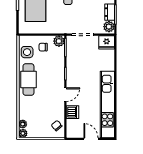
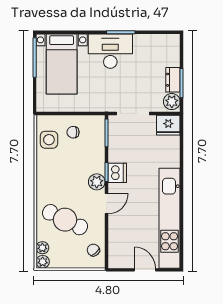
plant: (59, 41) -> (97, 182), moved
cafe table: (28, 80) -> (65, 220), moved, turned -64
dishwasher: (73, 112) -> (117, 173), moved

